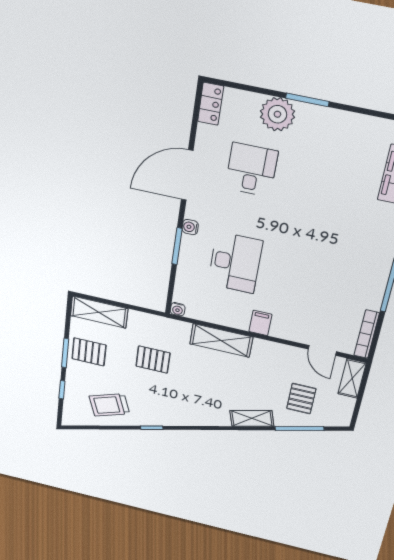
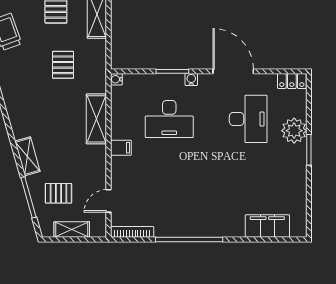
desk: (251, 170) -> (248, 119), width x1.37
shelving: (352, 378) -> (72, 230), moved

